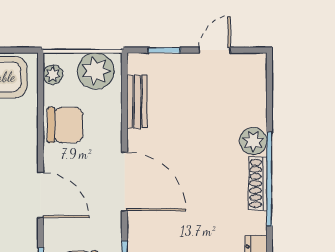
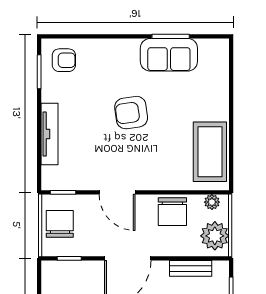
door: (41, 195) -> (117, 192), hinge flipped

